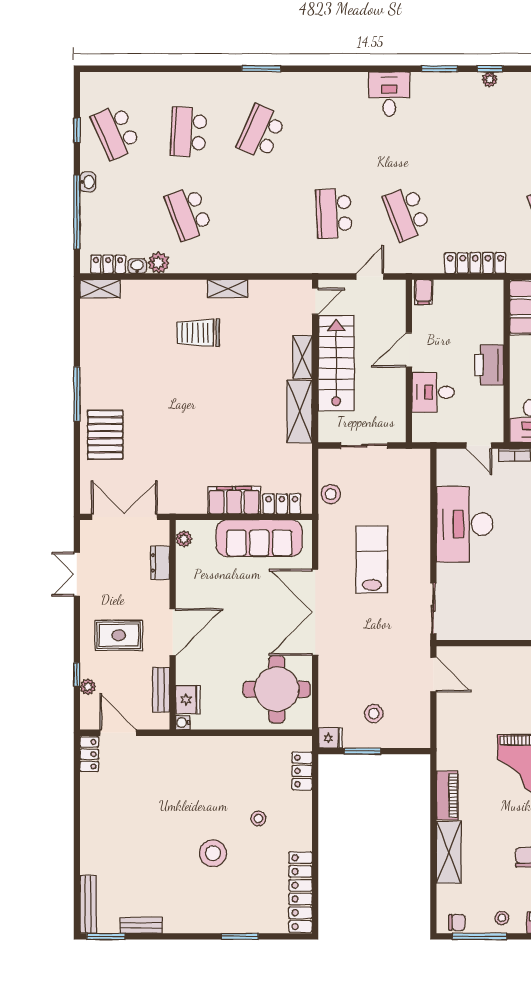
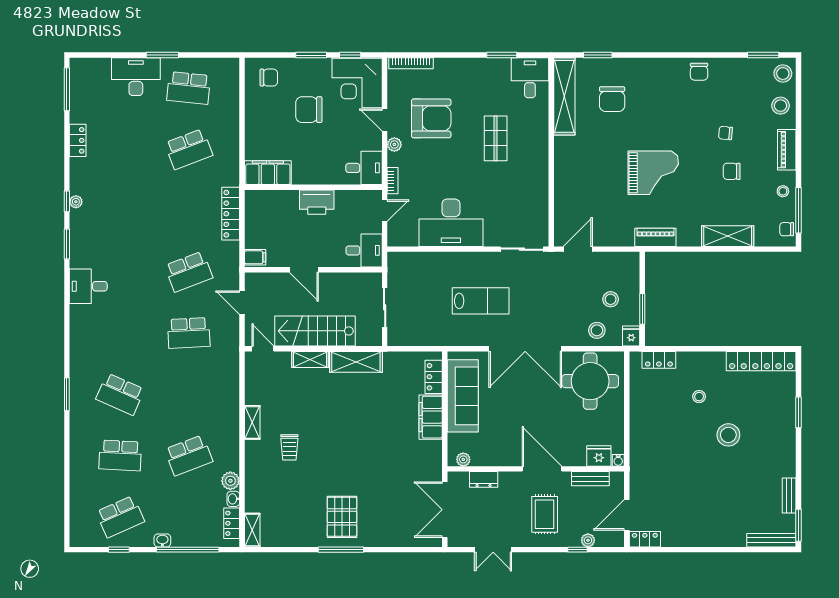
trolley: (198, 333) -> (289, 447), width x0.73, depth x0.72
desk: (433, 392) -> (364, 250), moved, turned -90
pallet: (105, 435) -> (342, 517), moved, turned 90
stool: (331, 494) -> (597, 330), moved
lab bench: (372, 559) -> (481, 301), turned 180
piano: (447, 795) -> (655, 237), moved
chair: (457, 922) -> (787, 229), turned -91

